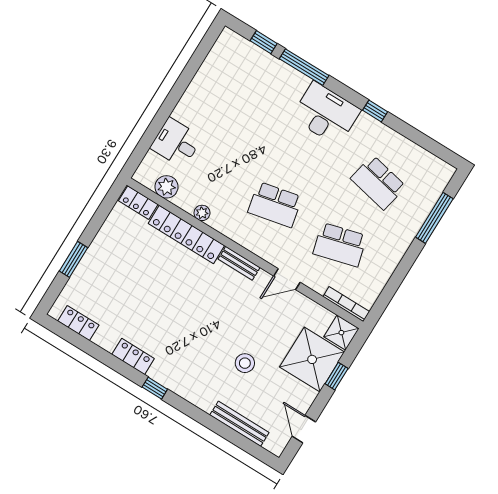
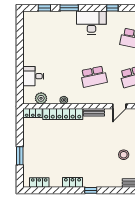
window: (304, 67) -> (69, 8), width x0.69

